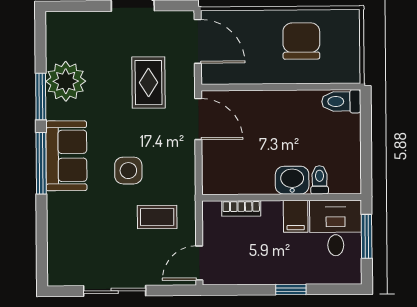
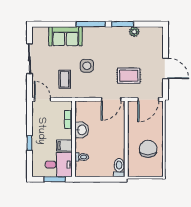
chair: (301, 41) -> (148, 149), turned -90
plant: (66, 81) -> (134, 32), width x0.53, depth x0.53
sofa: (66, 156) -> (65, 36), moved
washbasin: (292, 180) -> (82, 130), moved

